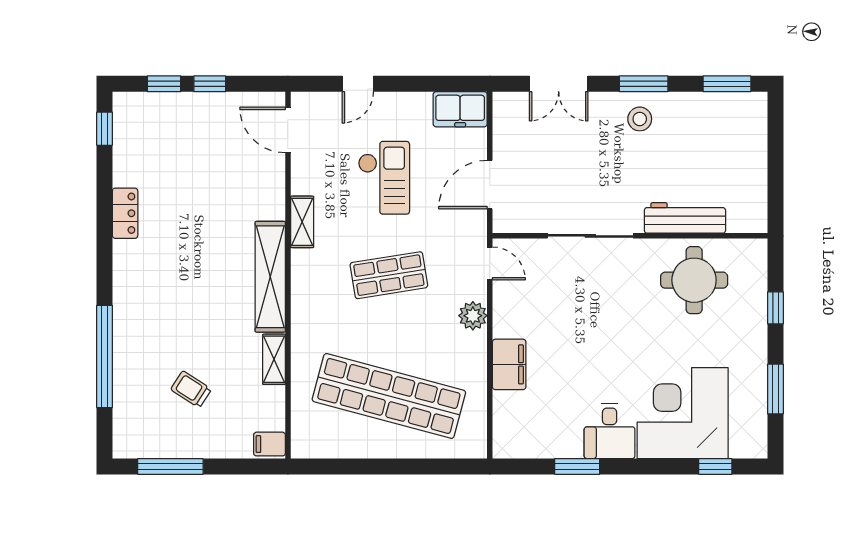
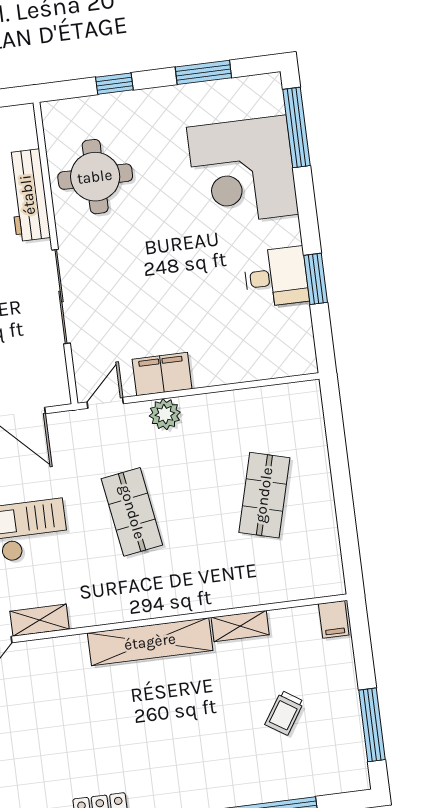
shelving: (302, 222) -> (40, 620), moved
filing cabinet: (509, 364) -> (162, 374), moved
shop shelf: (389, 396) -> (264, 495), width x0.50, depth x0.74
desk: (610, 431) -> (276, 277), moved
window: (715, 466) -> (296, 128), width x2.17

